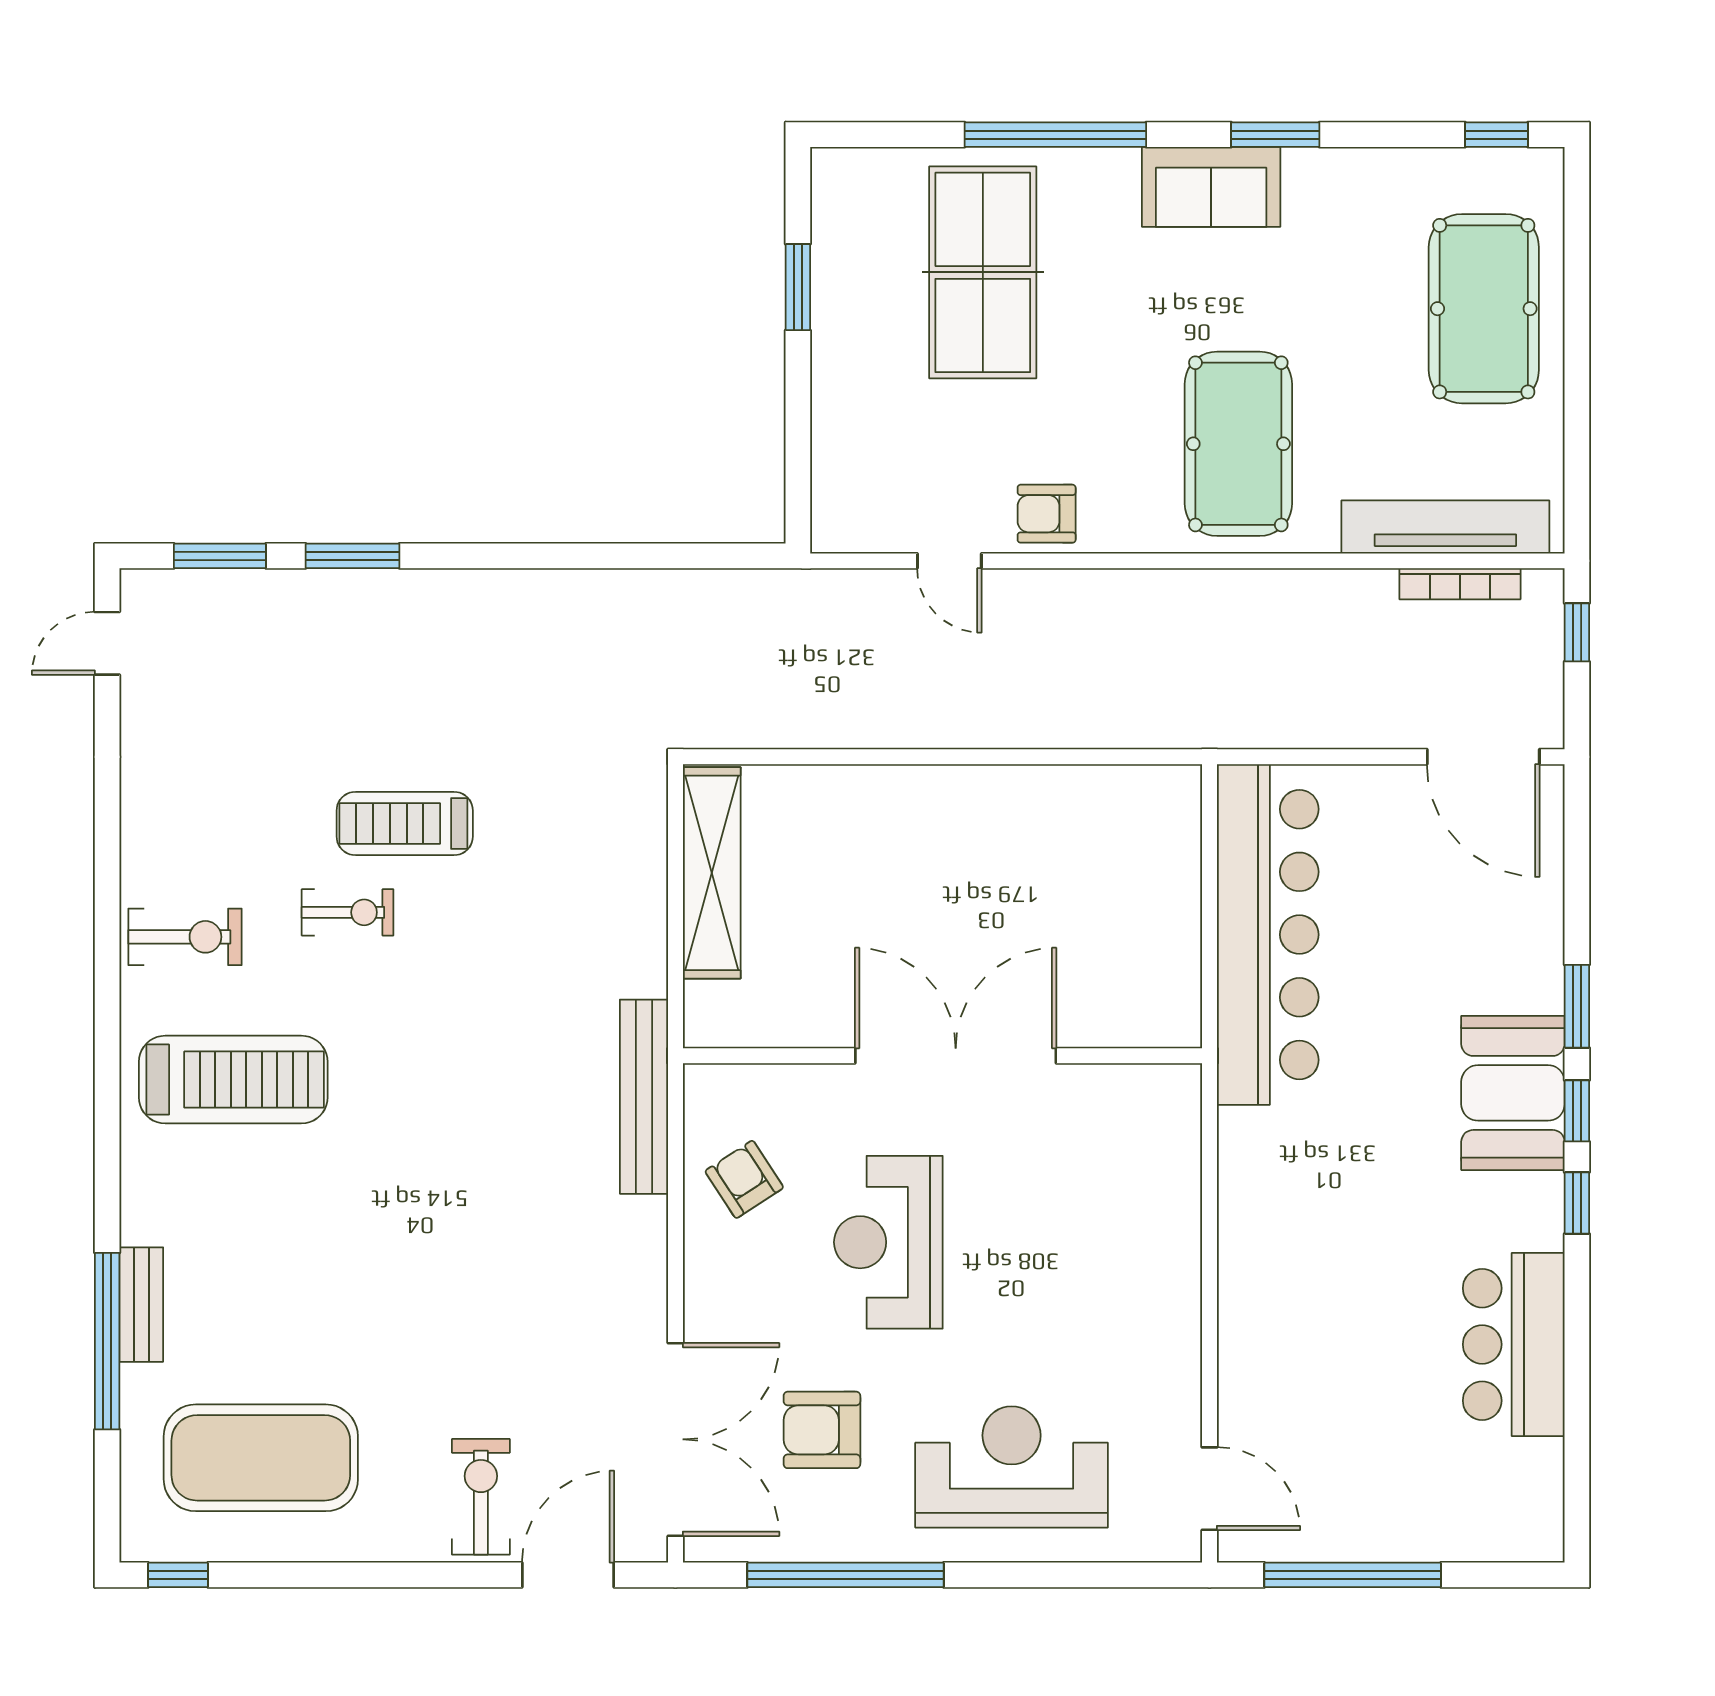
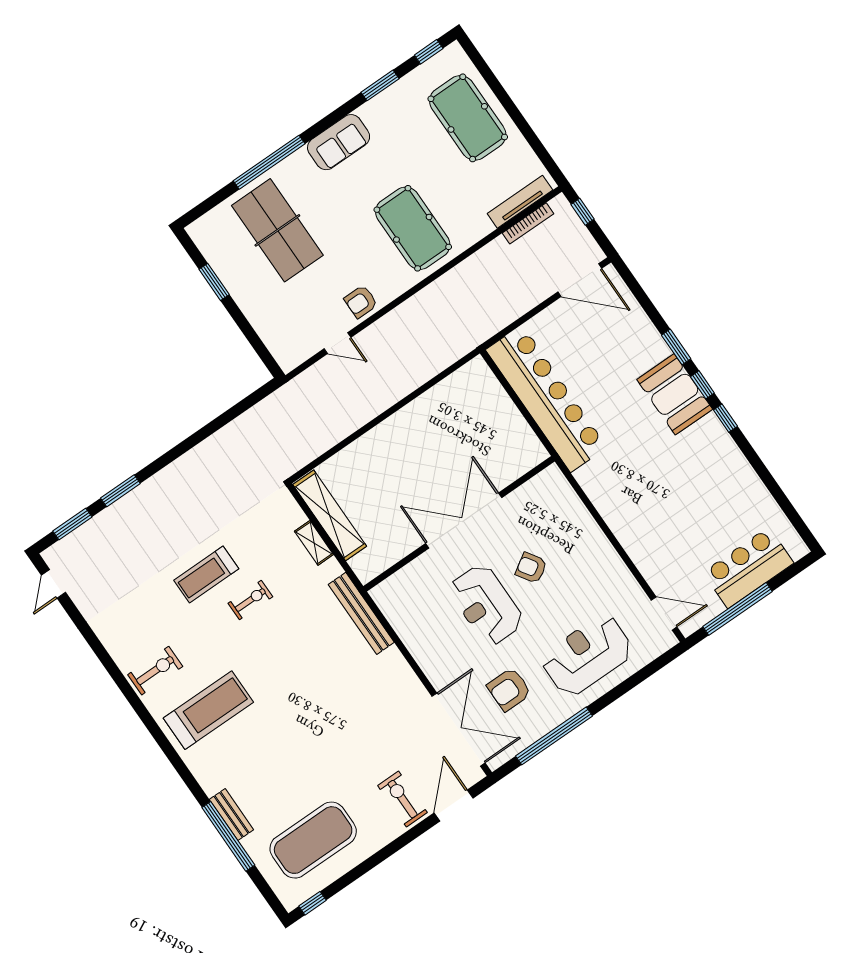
window: (1275, 135) -> (380, 85), moved
tv unit: (1445, 527) -> (520, 202), width x0.73, depth x0.78
shelving: (647, 904) -> (314, 543), added
exercise bike: (348, 912) -> (250, 600), moved
armchair: (744, 1179) -> (531, 568), moved
bar counter: (1514, 1344) -> (748, 568), moved, turned 90

